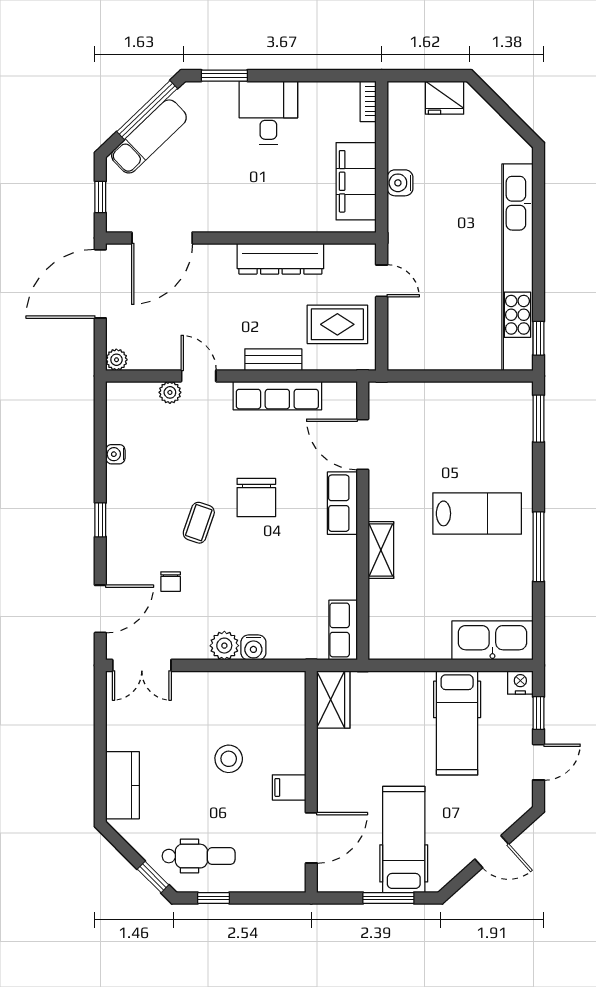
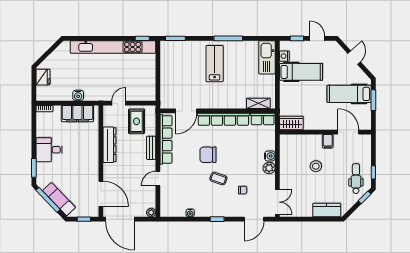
plant: (170, 392) -> (165, 190), removed
row of seats: (277, 396) -> (166, 139), width x1.36
chair: (256, 497) -> (208, 155), turned 180
row of seats: (342, 503) -> (223, 119), width x2.02
shelving: (381, 550) -> (258, 103), moved
door: (100, 609) -> (254, 219), swing flipped
nightstand: (520, 683) -> (284, 56), moved

